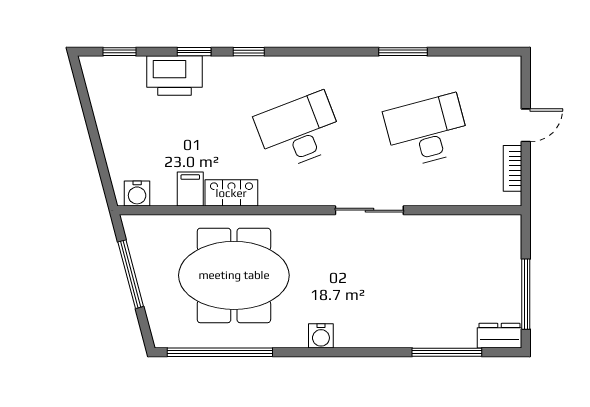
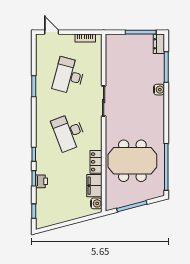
printer: (174, 76) -> (42, 181), width x0.53, depth x0.68
door: (526, 125) -> (52, 32), moved
desk: (427, 131) -> (69, 76), turned 30
filing cabinet: (190, 189) -> (94, 186), width x2.00
meeting table: (234, 275) -> (132, 161), turned 90
water cooler: (321, 336) -> (159, 90), moved

